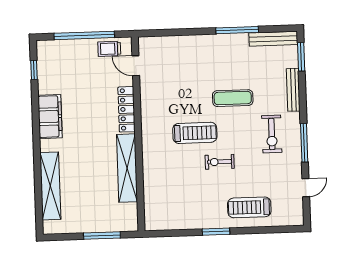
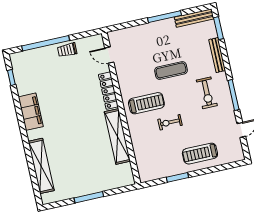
door: (136, 66) -> (109, 55), moved
locker: (126, 109) -> (108, 91), moved
wall: (138, 134) -> (121, 108), moved
shelving: (127, 168) -> (117, 136), moved

